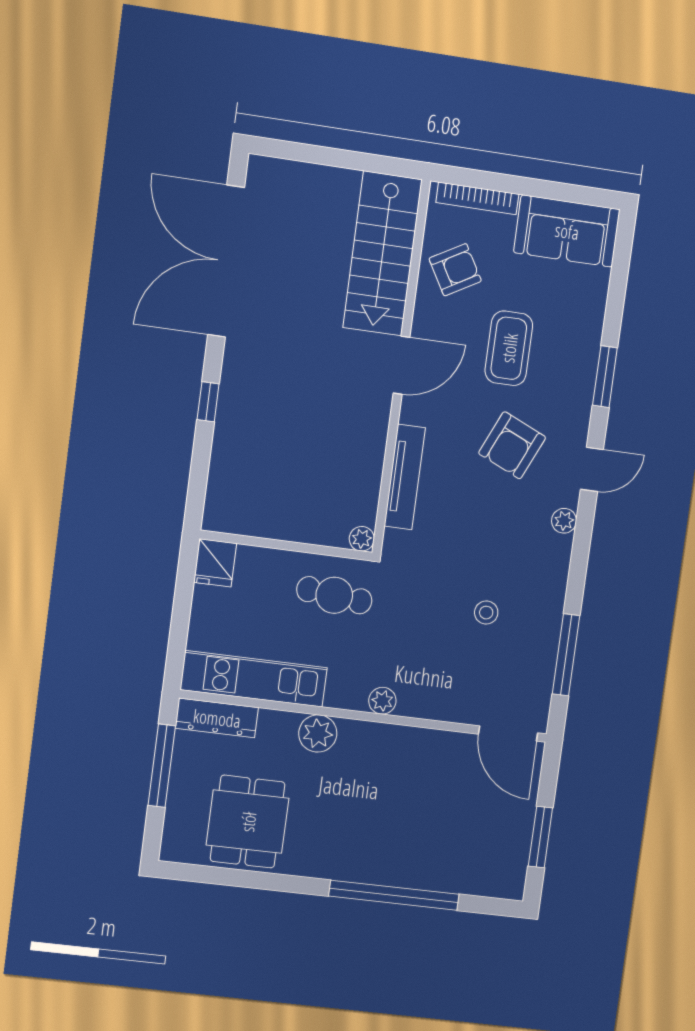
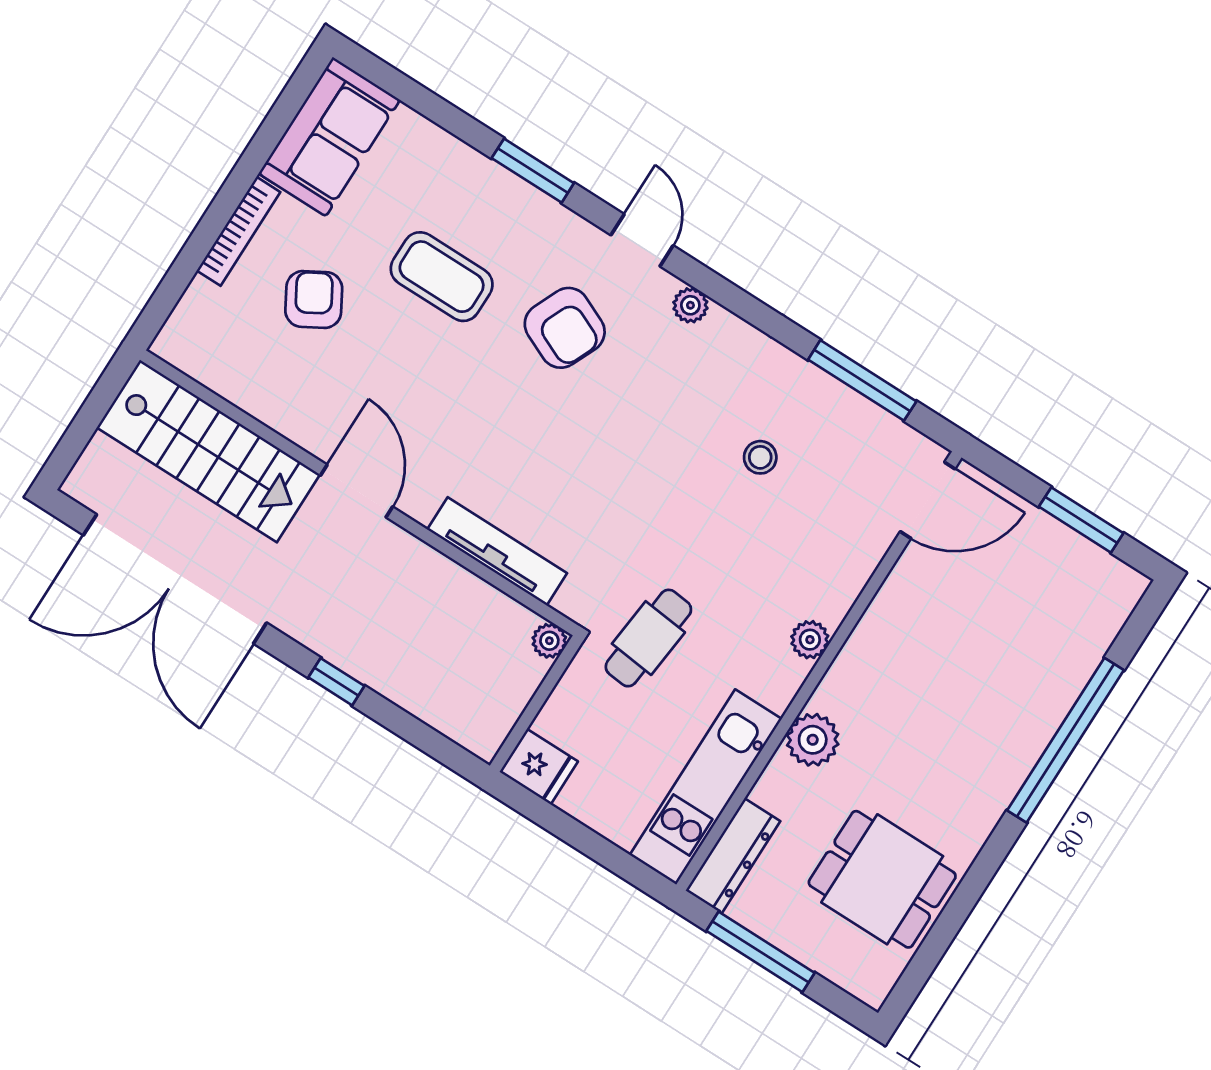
stairs: (383, 253) -> (208, 451), moved
door: (401, 365) -> (357, 491), moved
wall: (401, 368) -> (359, 493), moved
tv unit: (405, 477) -> (497, 551), moved
plant: (362, 539) -> (549, 641), moved

